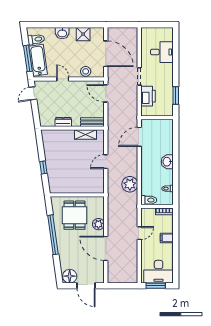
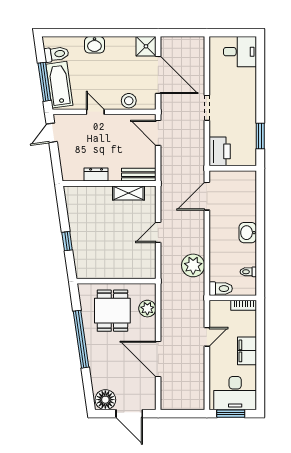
shower: (83, 34) -> (146, 46), moved
desk: (162, 52) -> (240, 52), moved
printer: (148, 96) -> (220, 151), moved
plant: (98, 224) -> (147, 309), moved
filing cabinet: (167, 238) -> (247, 351), width x2.00

